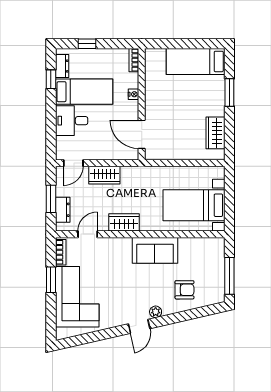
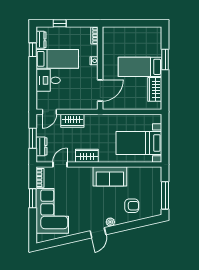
bed: (196, 61) -> (140, 67), moved
door: (142, 134) -> (100, 90), swing flipped

